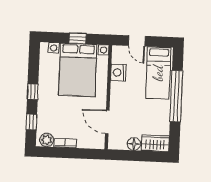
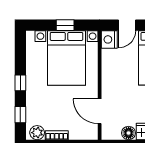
door: (137, 41) -> (127, 25), hinge flipped
nightstand: (118, 72) -> (109, 39), moved

